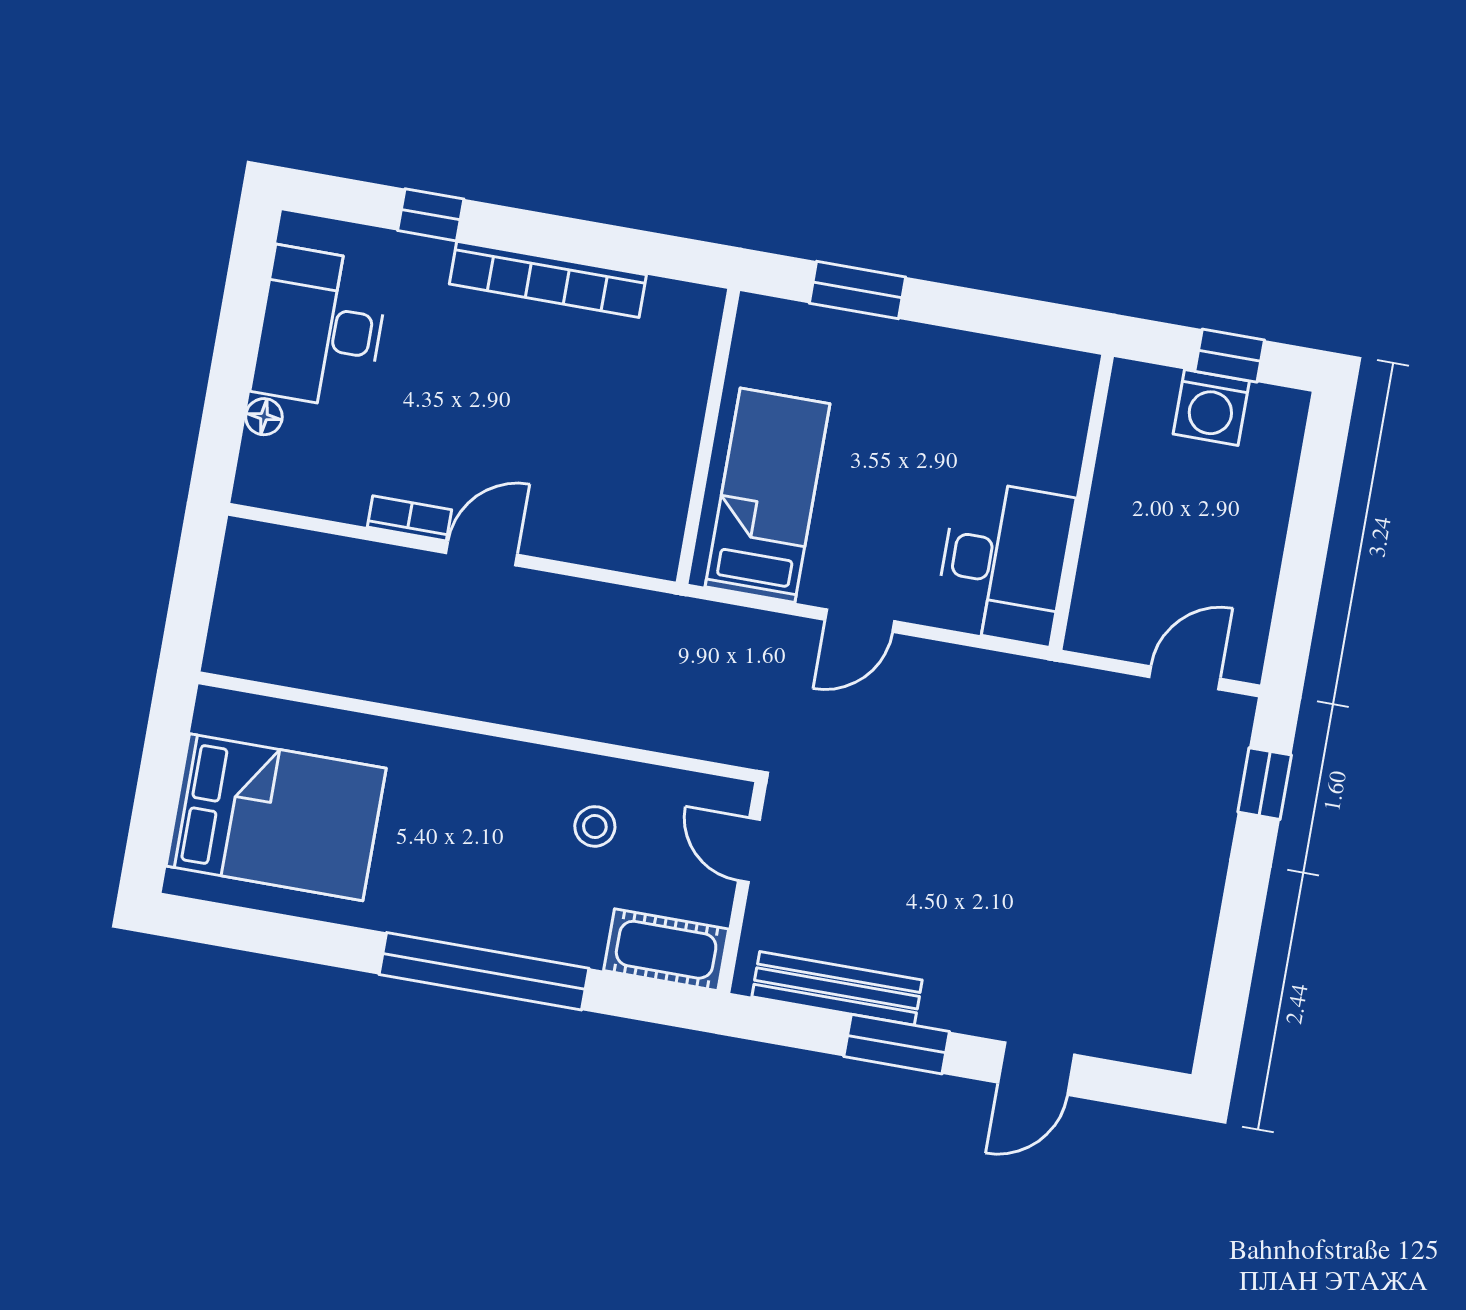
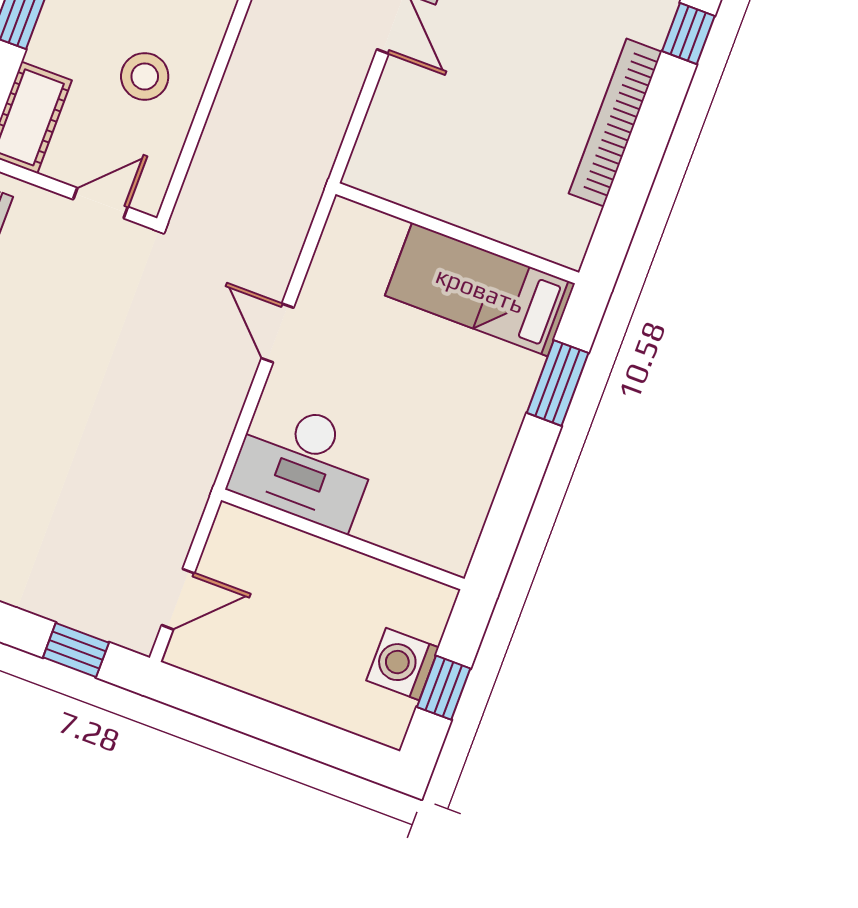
bed: (768, 495) -> (480, 290), moved, turned 180
door: (1185, 678) -> (178, 599), hinge flipped
stool: (595, 826) -> (145, 76), width x1.37, depth x1.37

